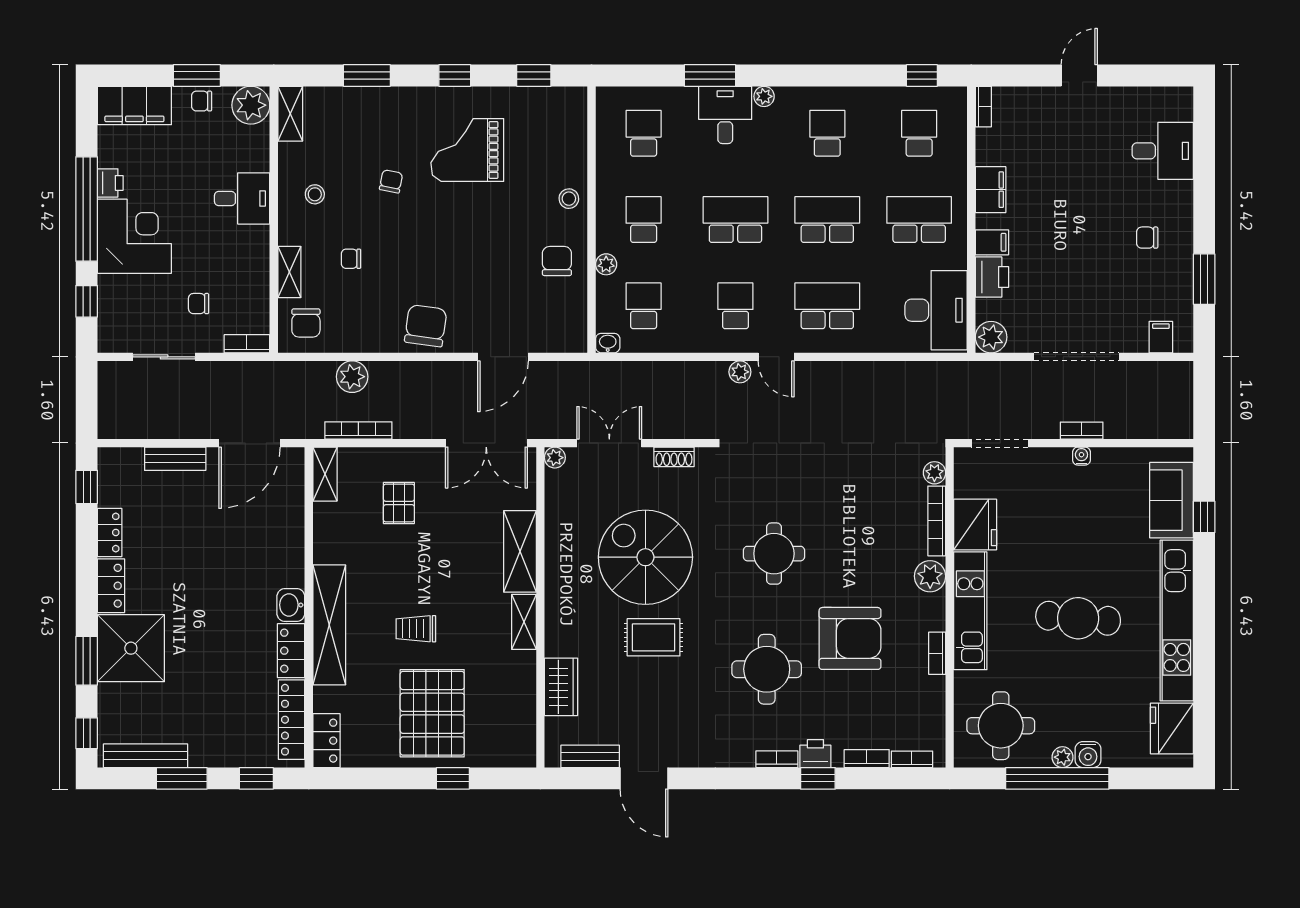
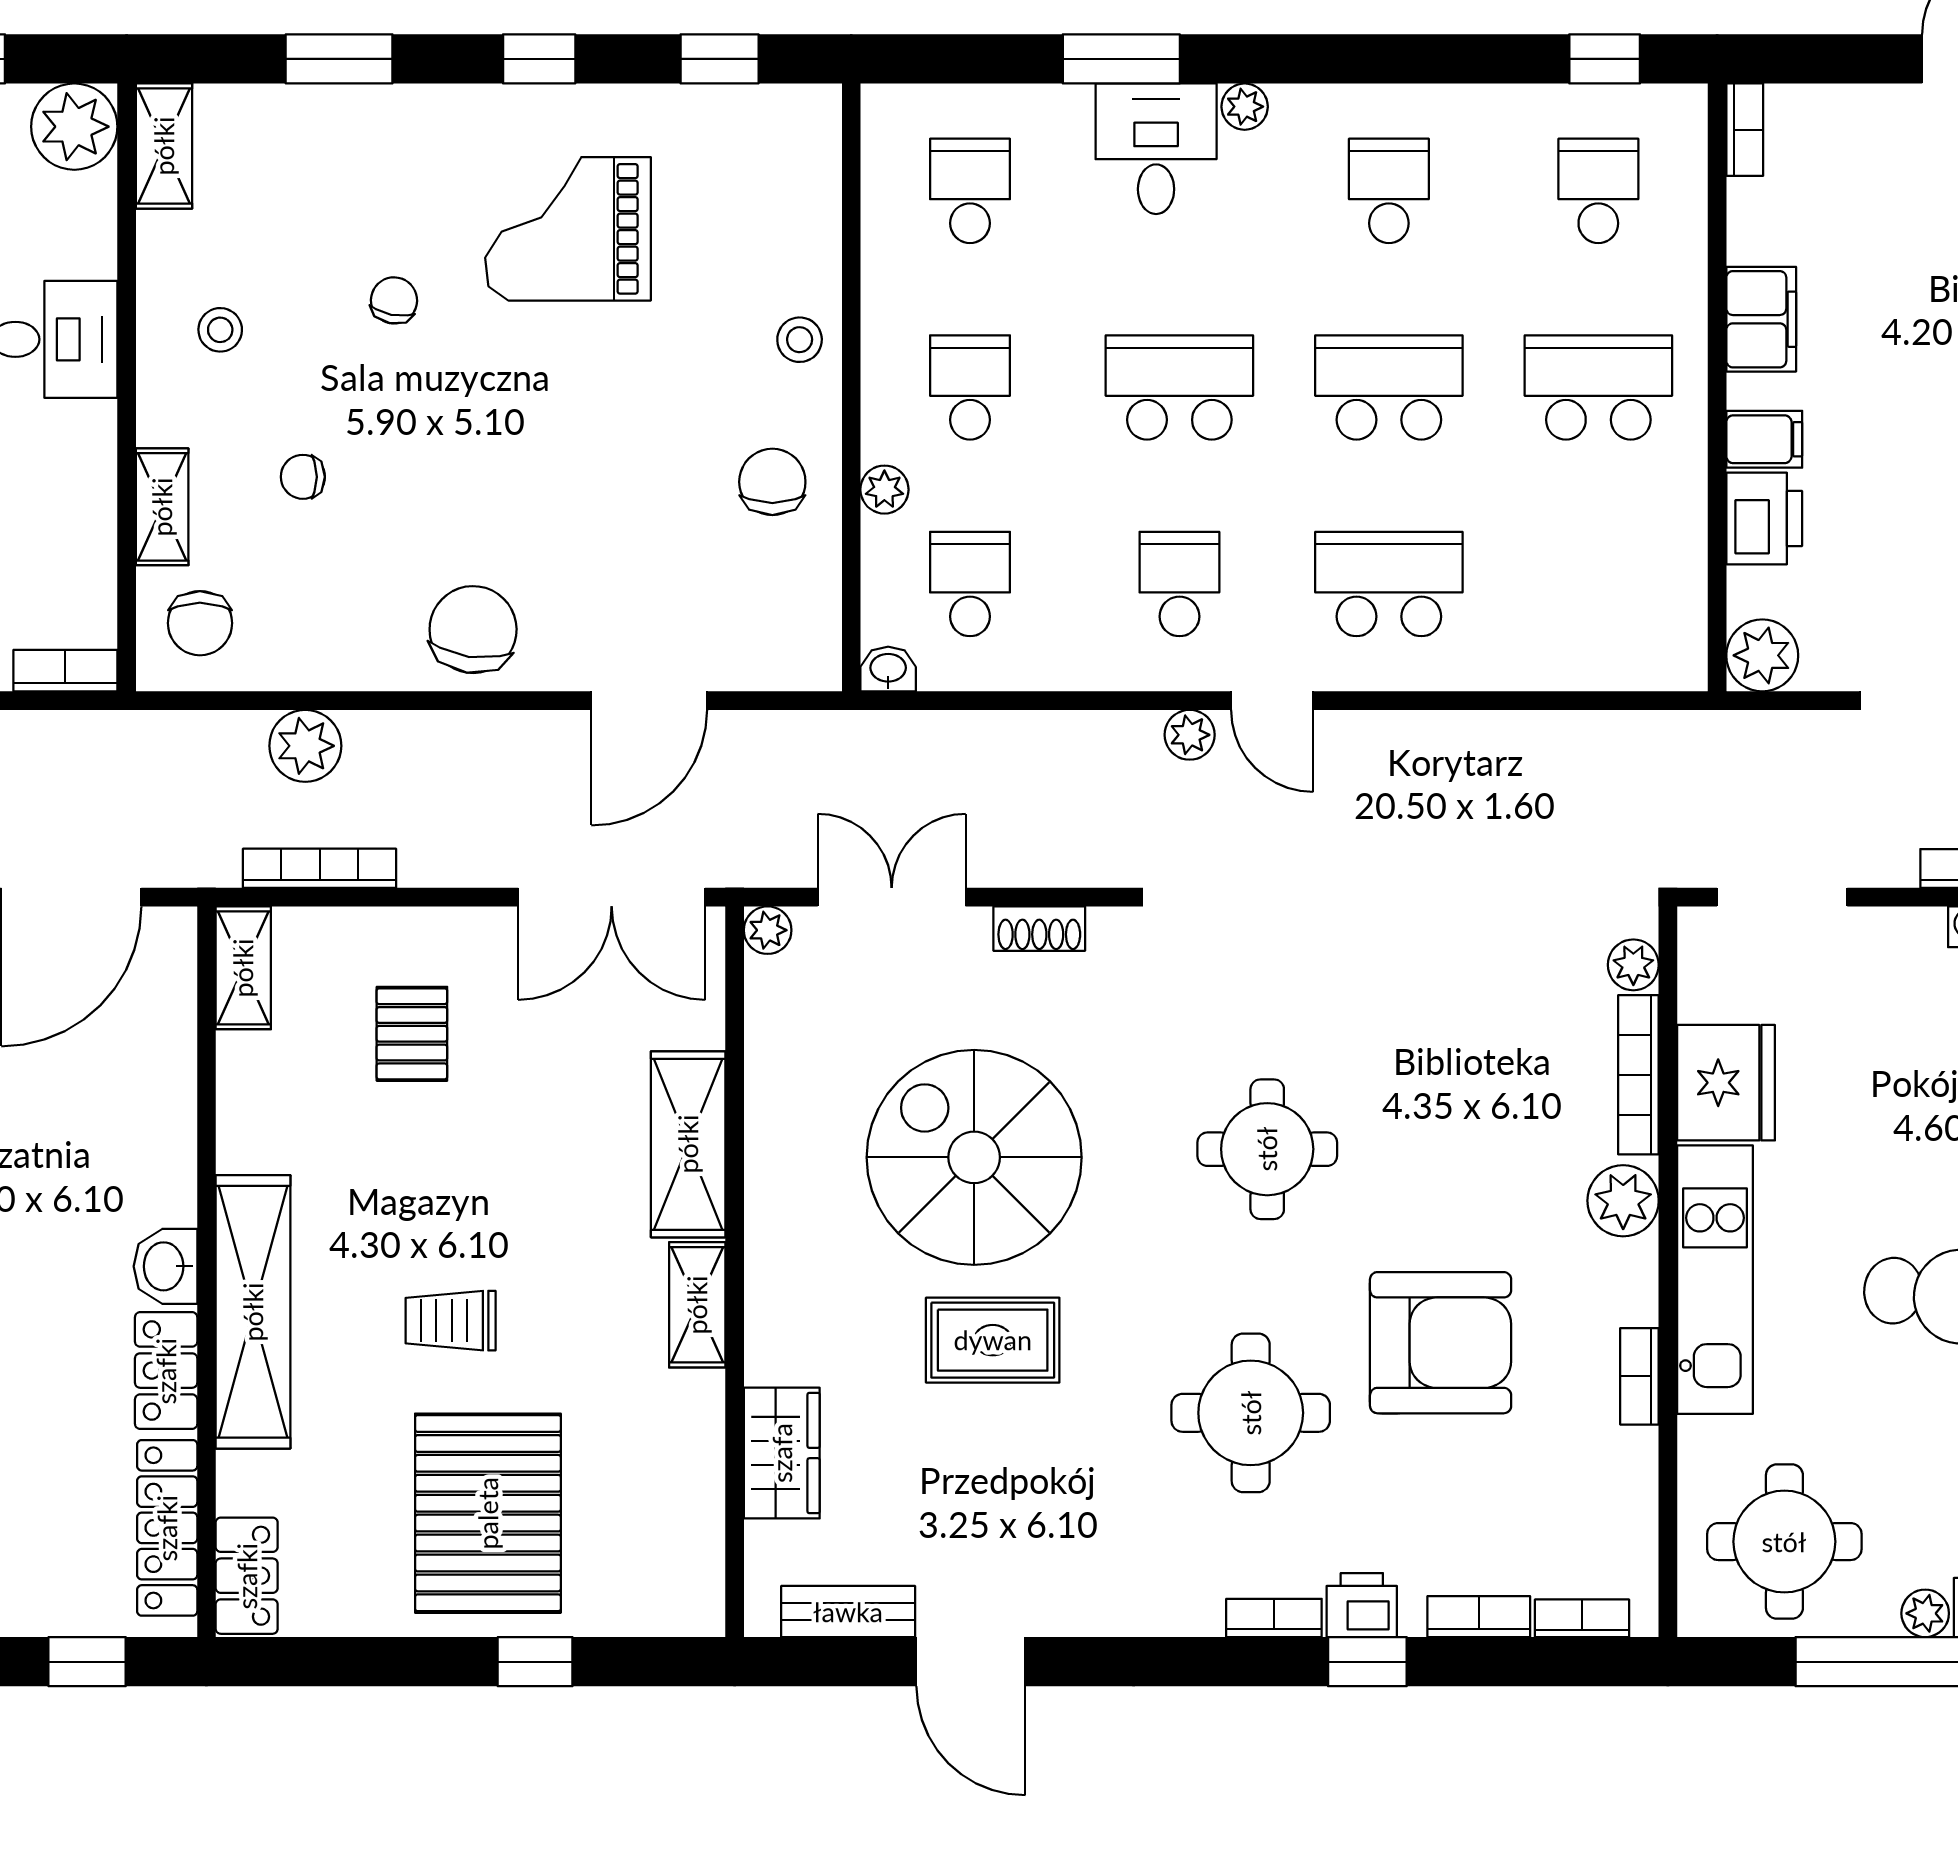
desk: (936, 310) -> (1637, 594), removed

